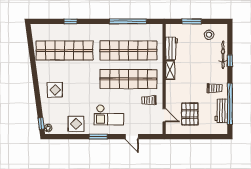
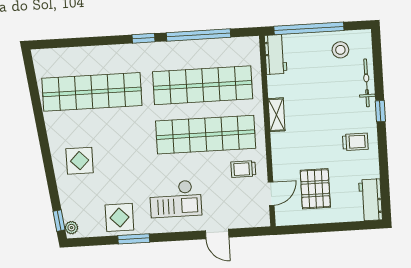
window: (71, 21) -> (144, 38), moved
window: (192, 21) -> (309, 28), width x2.11
workbench: (172, 48) -> (276, 54), moved
window: (230, 61) -> (380, 111), moved
window: (230, 104) -> (384, 167), removed
workbench: (221, 111) -> (370, 200), moved
door: (164, 115) -> (271, 194), hinge flipped
window: (98, 137) -> (134, 239), moved

